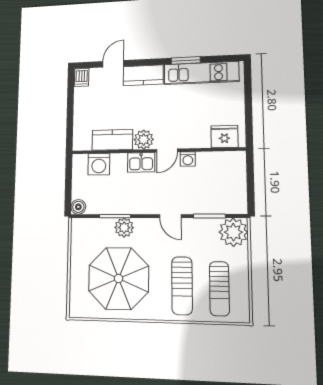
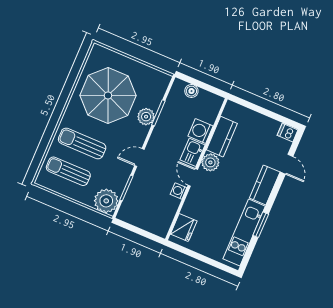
washing machine: (99, 164) -> (201, 131), moved
boiler: (78, 207) -> (191, 91), moved

